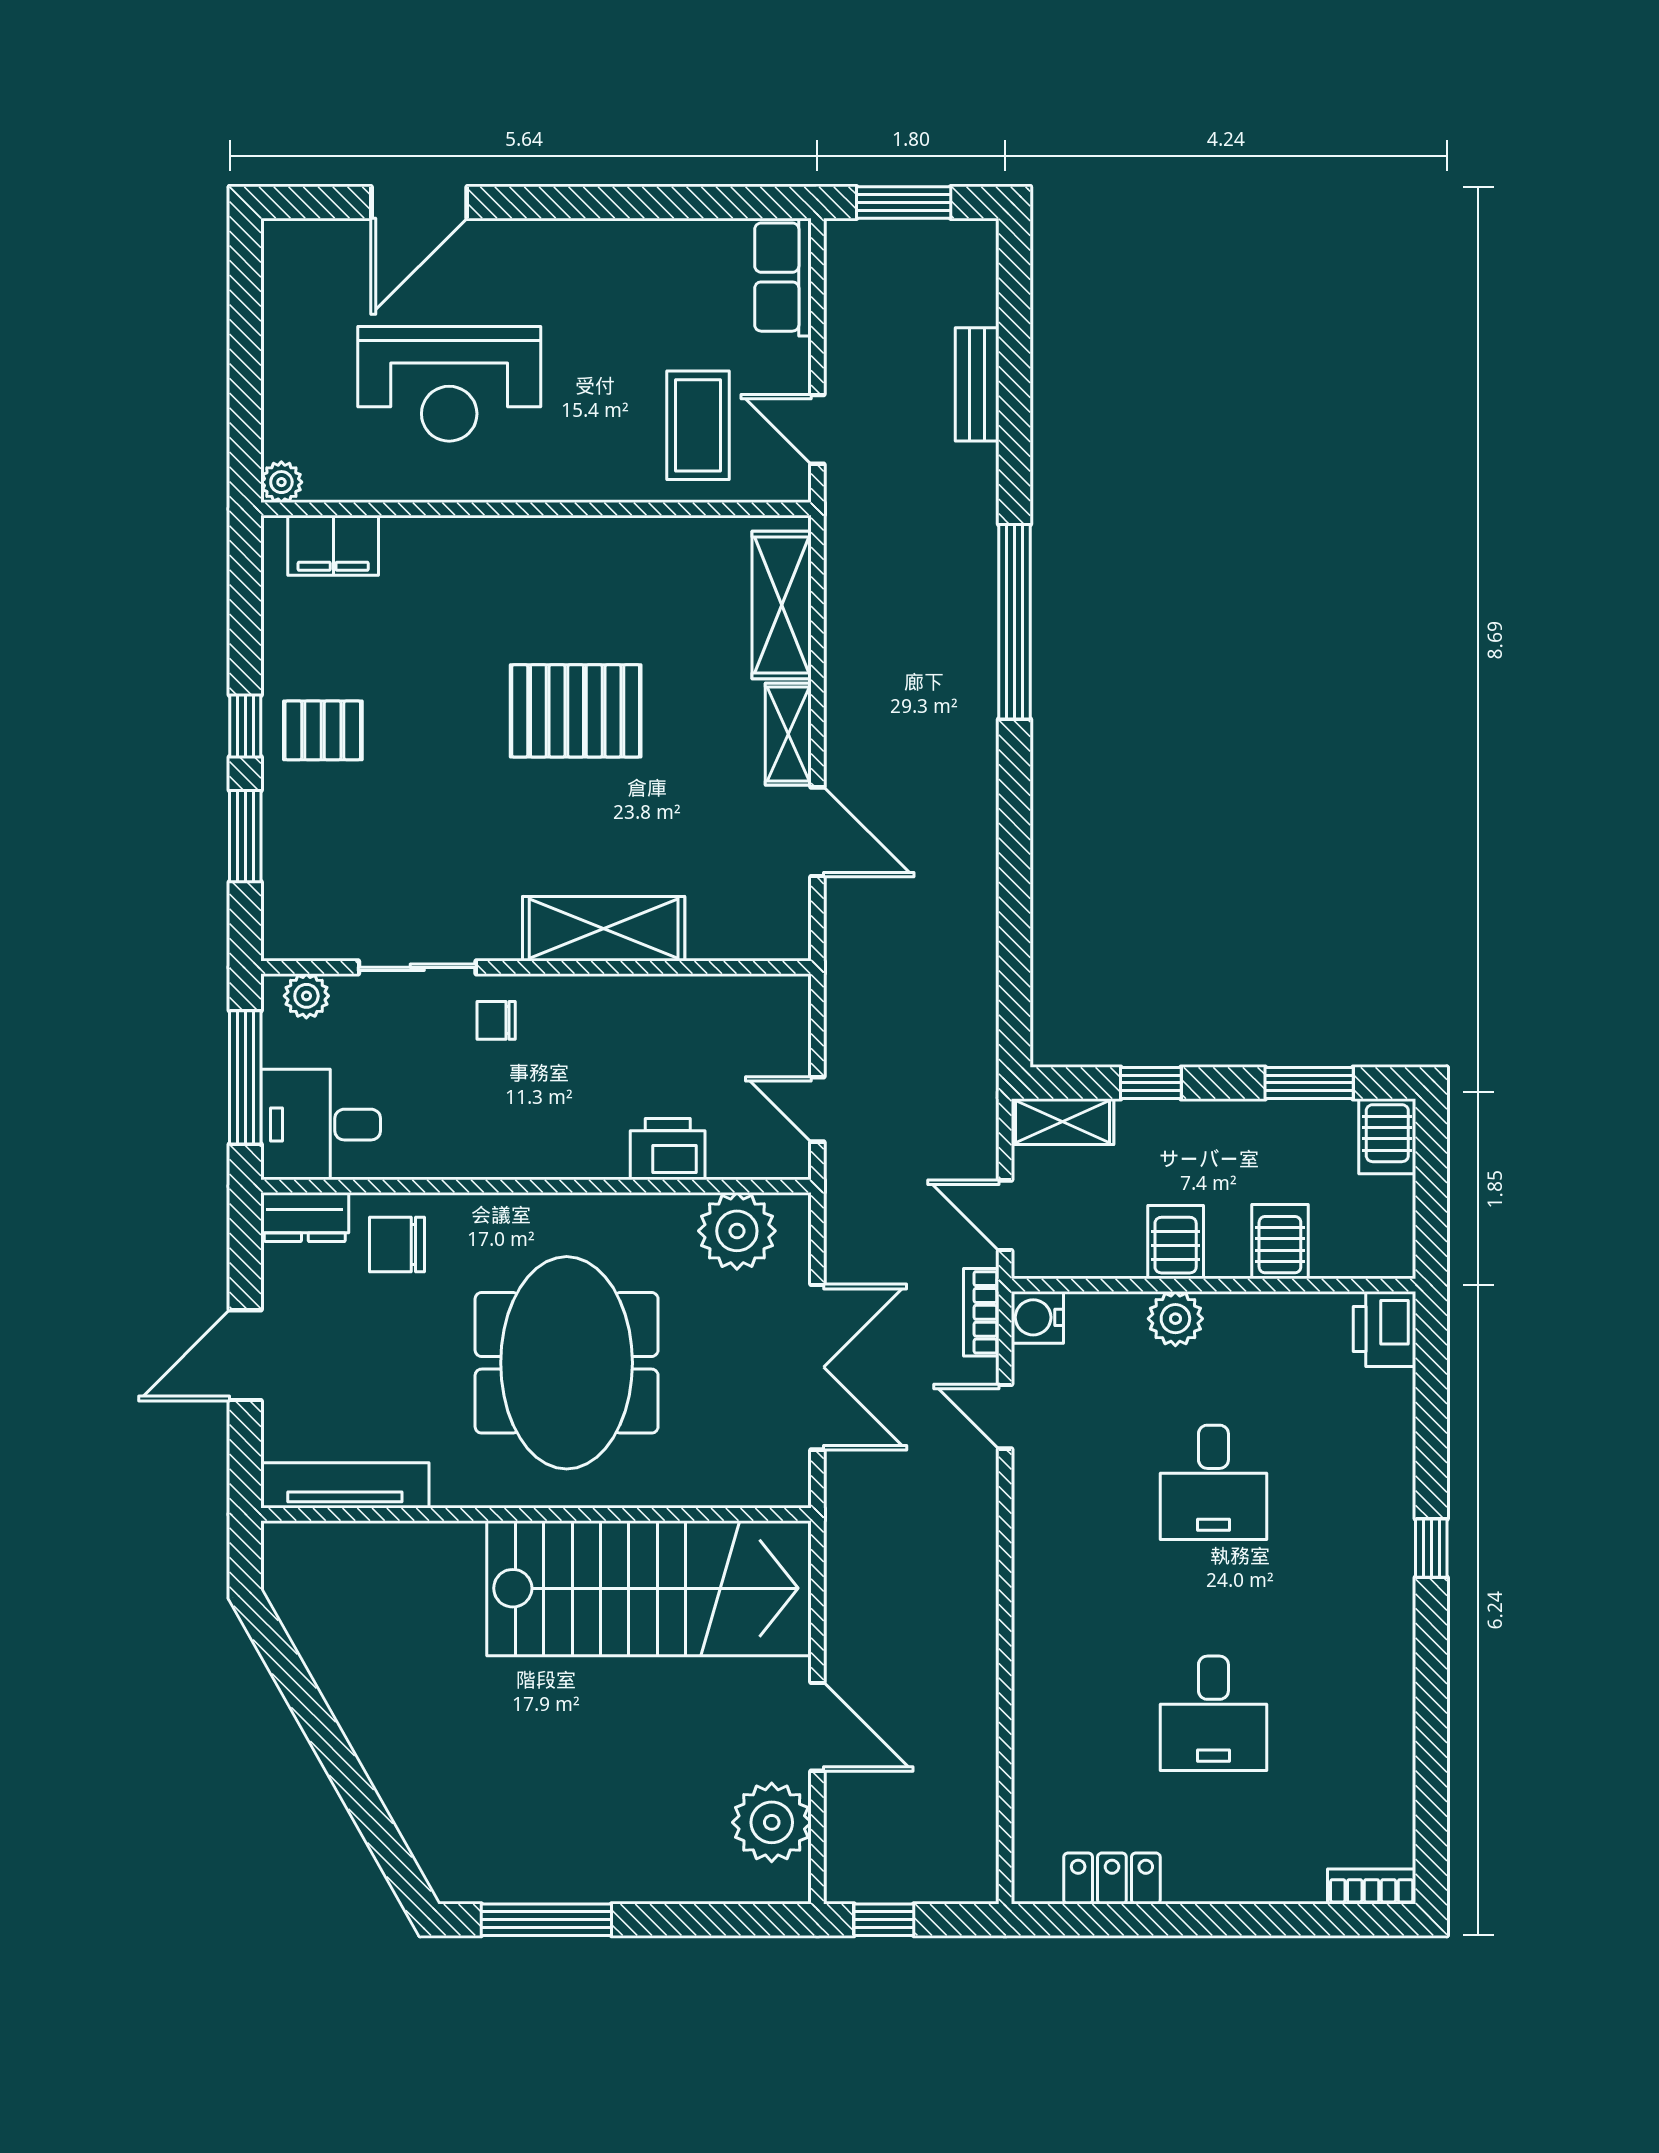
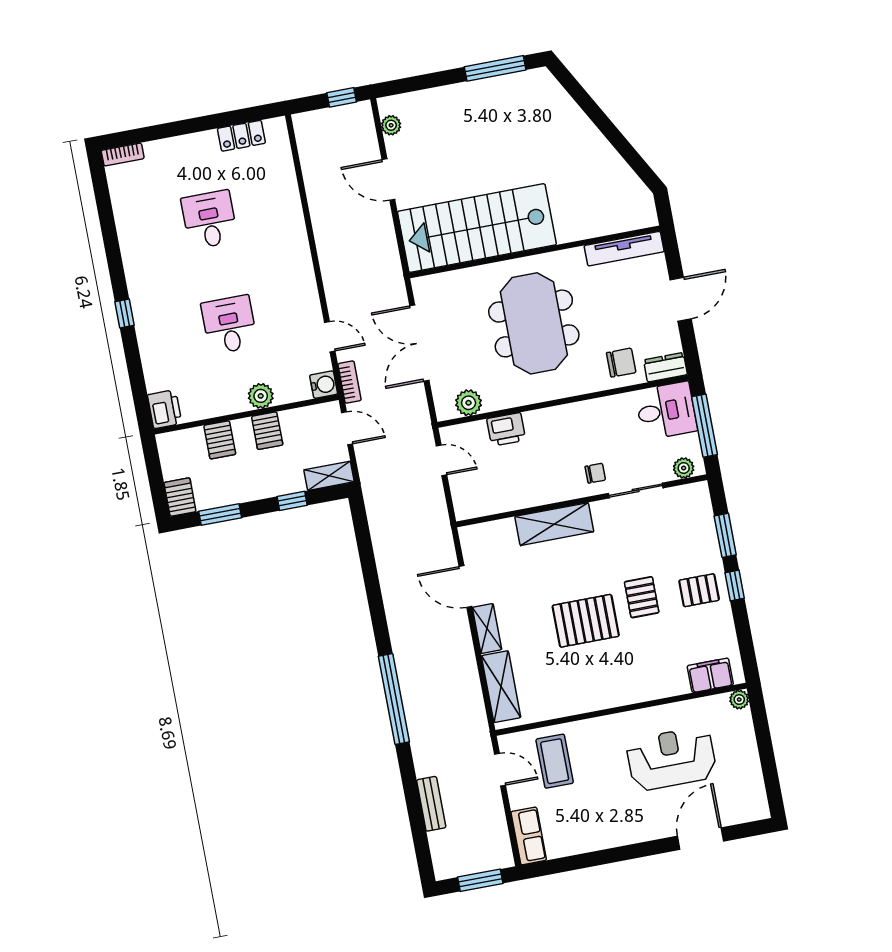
pallet: (447, 738) -> (642, 597), added
plant: (737, 1231) -> (469, 403), width x0.73, depth x0.73
plant: (772, 1822) -> (391, 125), width x0.53, depth x0.53

